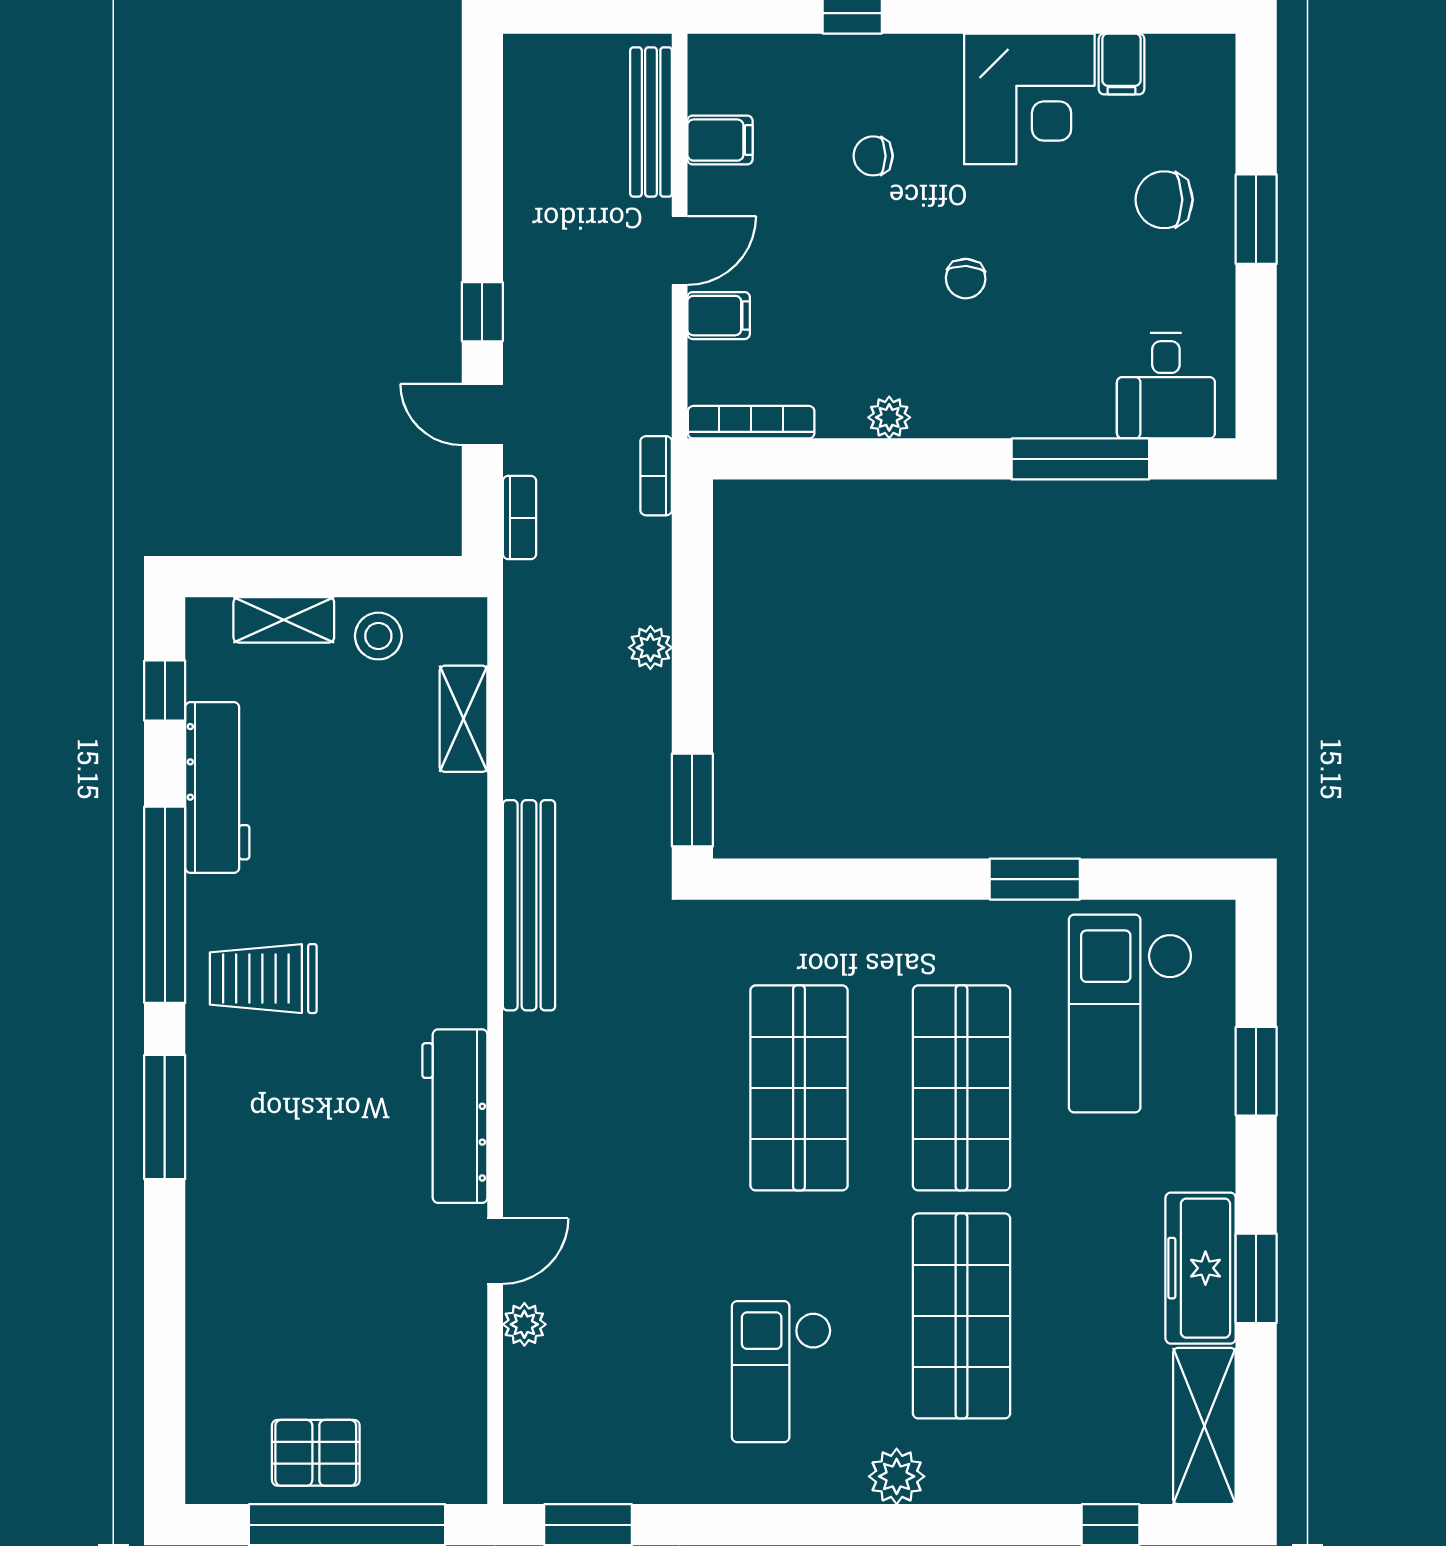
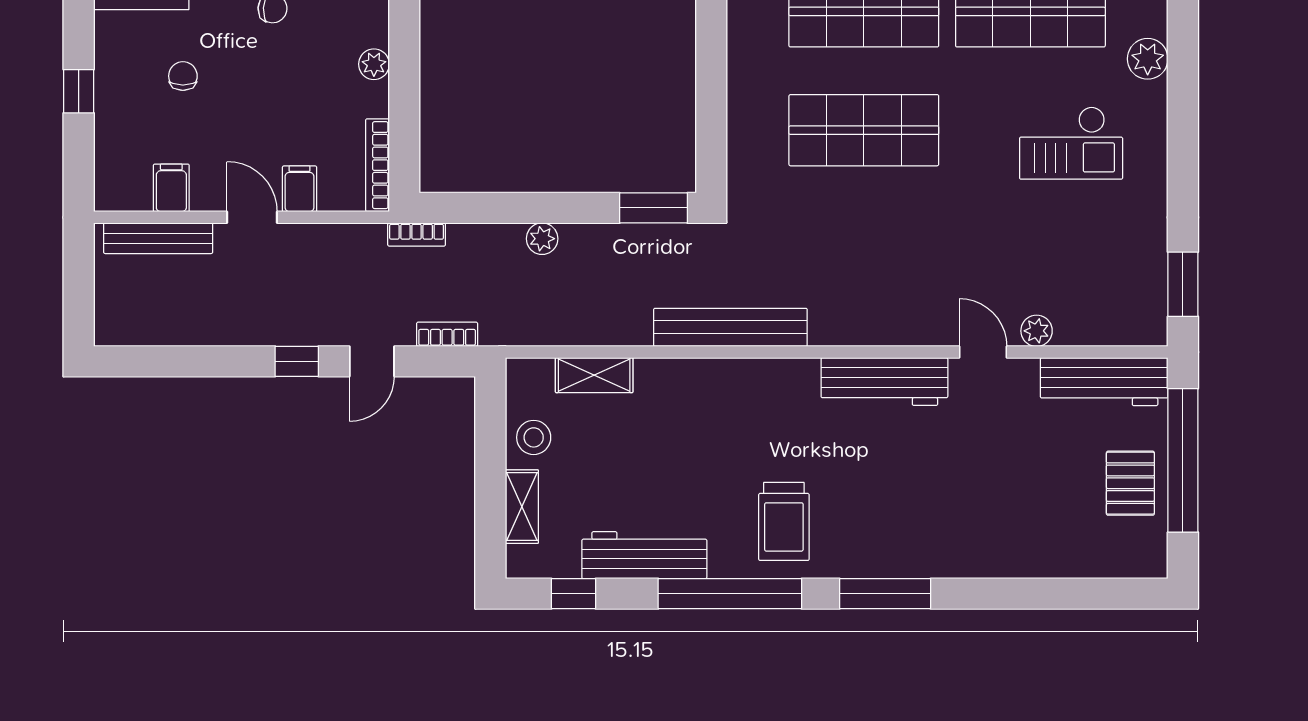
chair: (873, 156) -> (183, 76), turned 180
workbench: (455, 1417) -> (1104, 382), added

